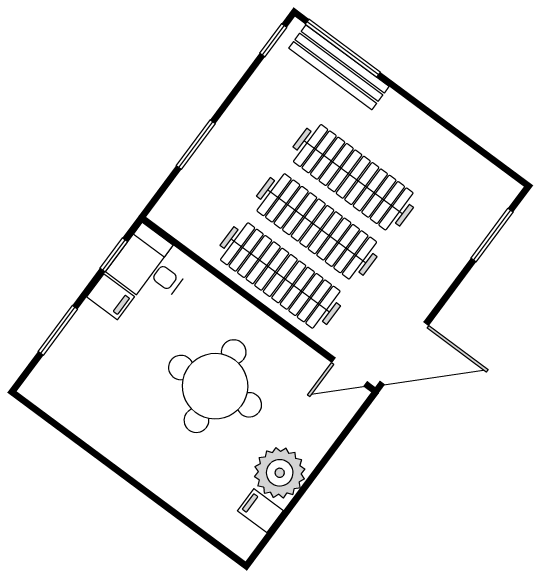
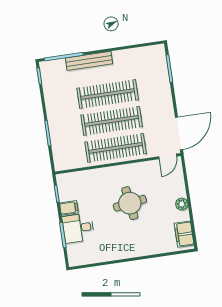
bench: (339, 67) -> (89, 61), moved
desk: (151, 267) -> (78, 228), moved
round table: (215, 386) -> (130, 203), width x0.73, depth x0.73
plant: (280, 473) -> (182, 204), width x0.53, depth x0.53
filing cabinet: (260, 511) -> (184, 234), width x2.00

